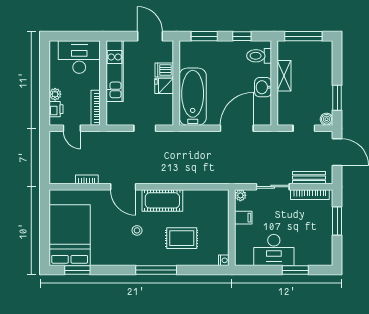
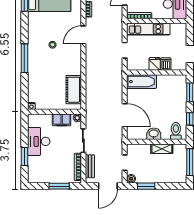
kitchen unit: (115, 71) -> (148, 29), moved
bathtub: (193, 97) -> (142, 82), width x0.73, depth x0.73
cot: (162, 200) -> (74, 90), moved
filing cabinet: (243, 218) -> (62, 120), width x2.00
rug: (182, 238) -> (47, 76), removed

